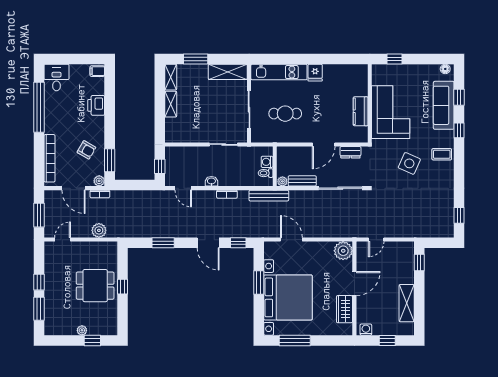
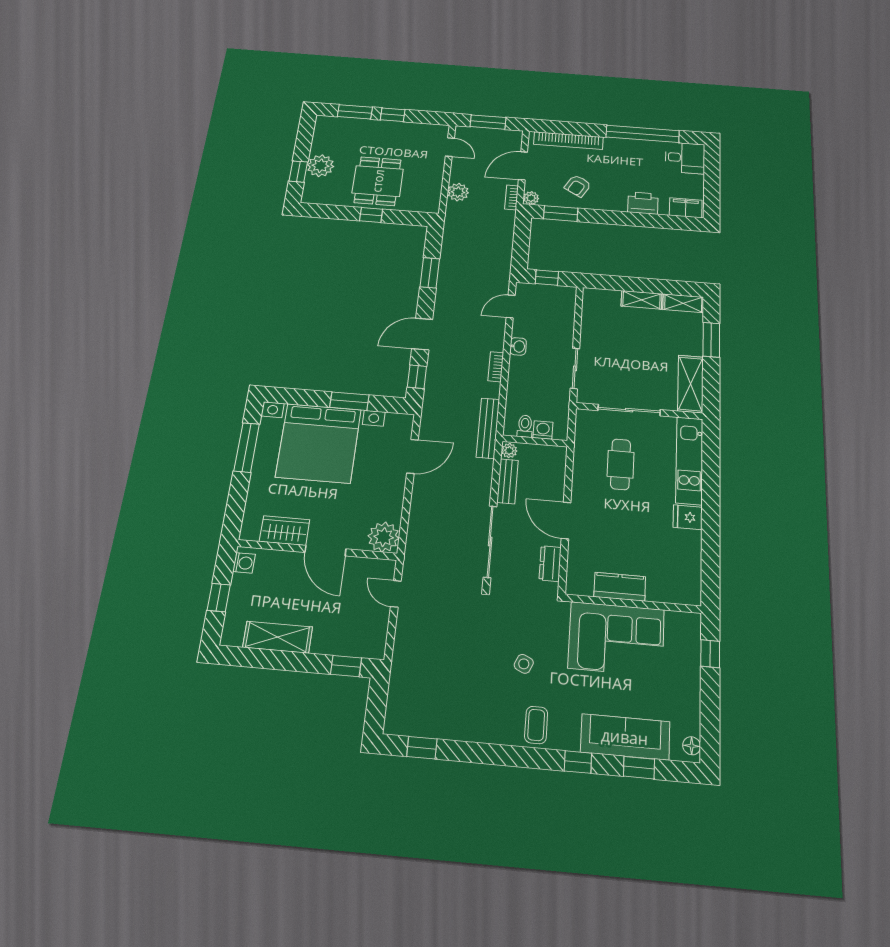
filing cabinet: (97, 71) -> (686, 208), width x2.00
side table: (409, 163) -> (524, 664), width x0.54, depth x0.54
plant: (82, 330) -> (320, 166), width x1.87, depth x1.87

